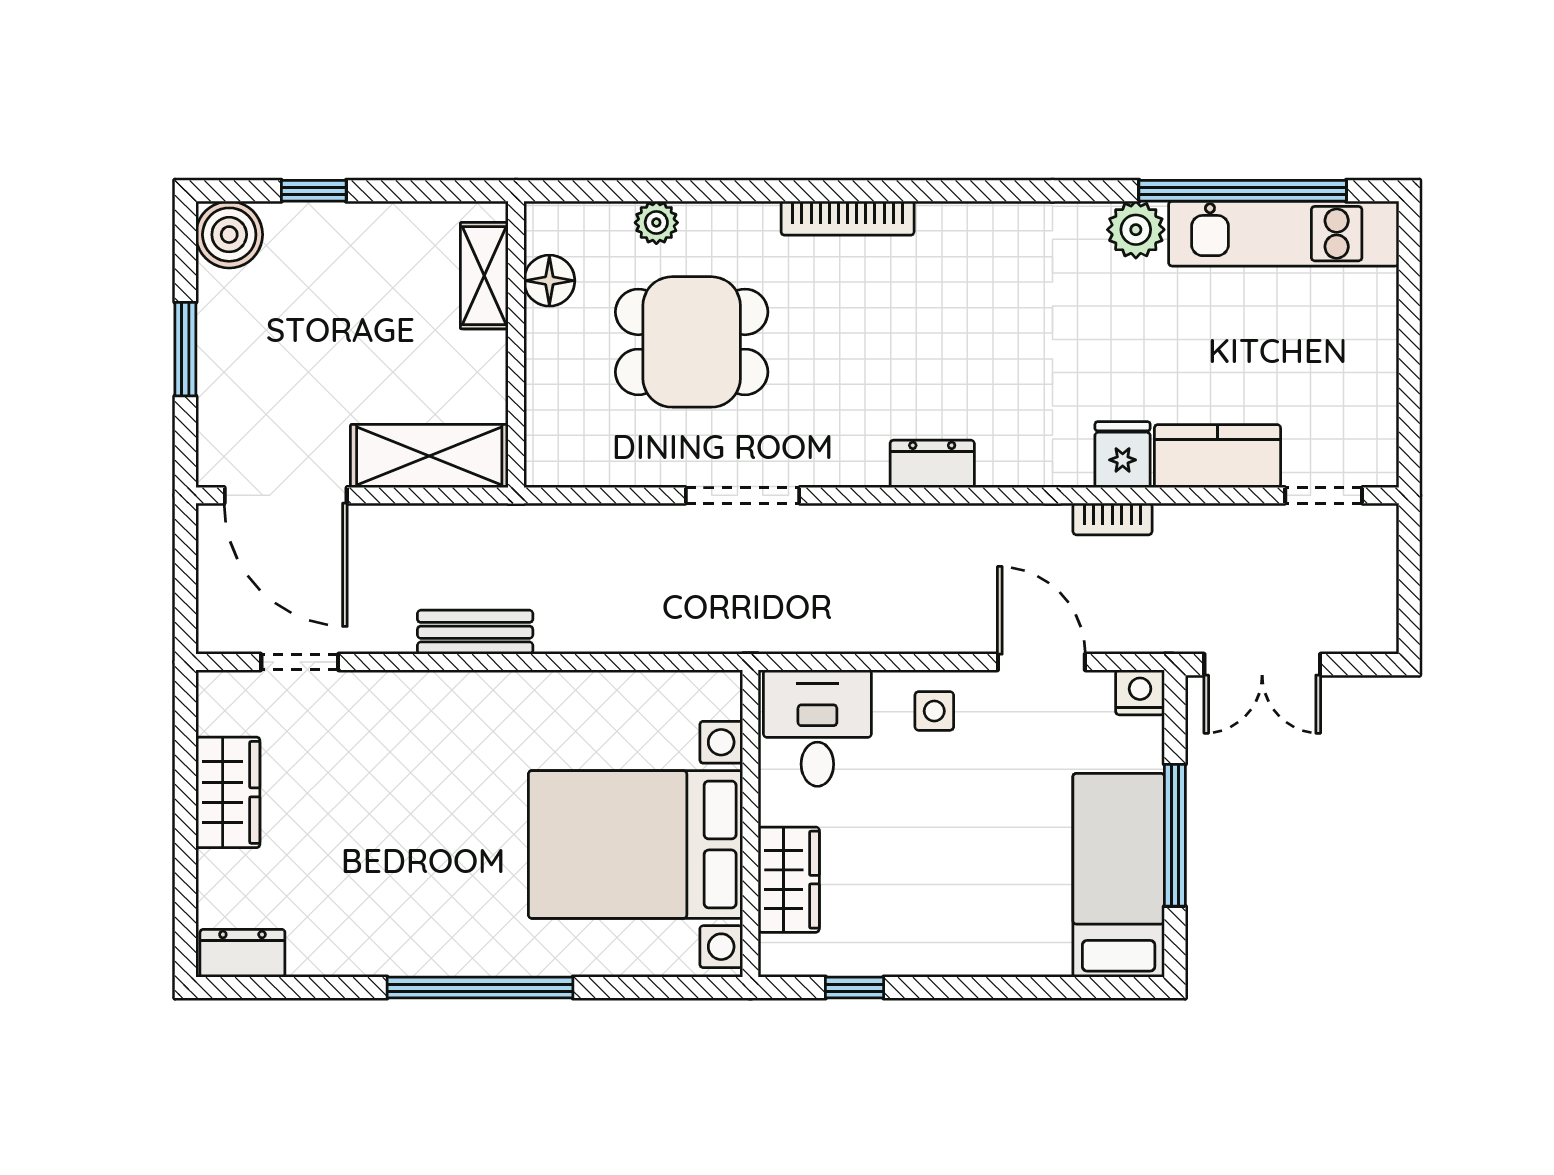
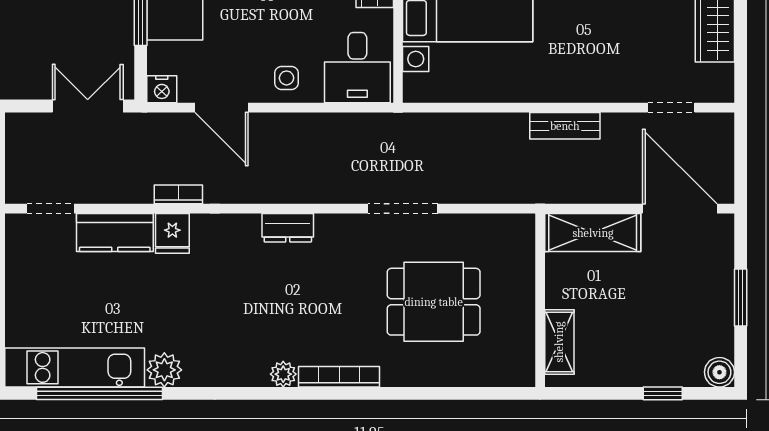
plant: (656, 223) -> (283, 374), moved
boiler: (229, 235) -> (719, 372), width x0.73, depth x0.73
floor lamp: (549, 281) -> (520, 339), removed

